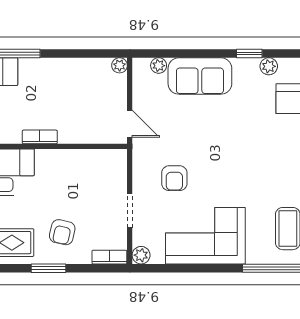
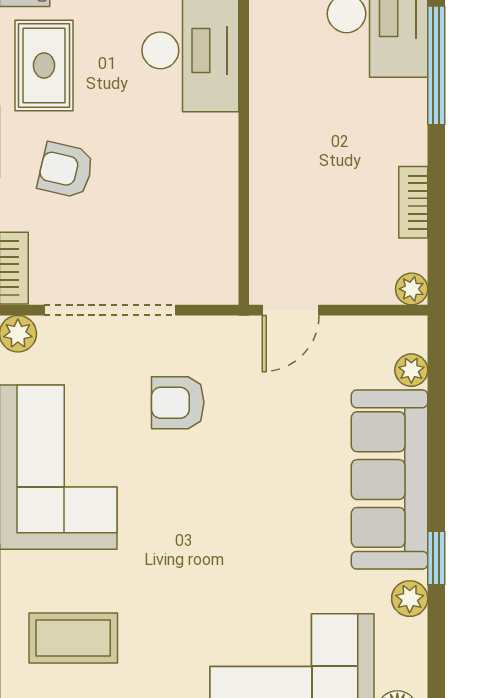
sofa: (200, 76) -> (390, 480), width x1.36
bookcase: (40, 137) -> (413, 202), moved, turned 180
doorway: (130, 211) -> (110, 310), width x1.87

